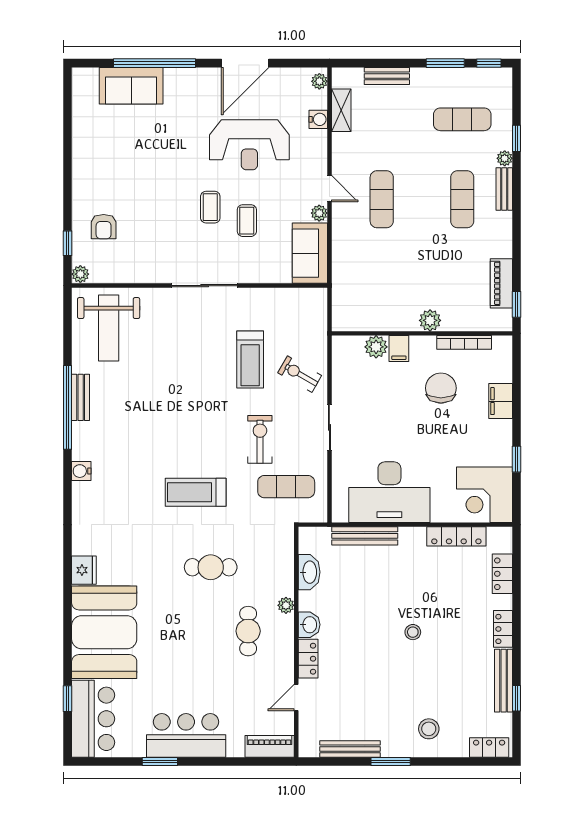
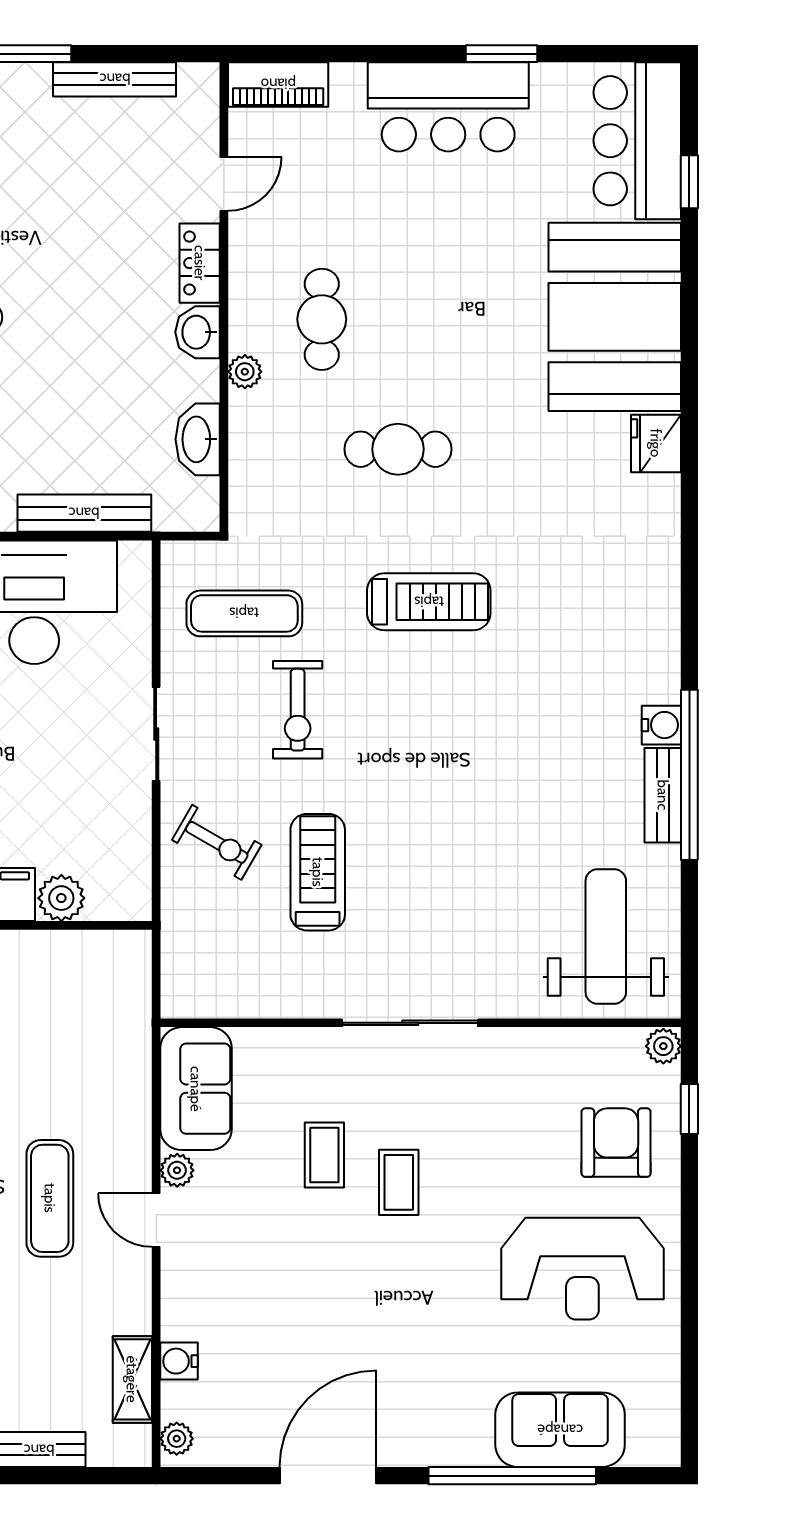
reception desk: (249, 145) -> (582, 1269), moved, turned 180
armchair: (104, 227) -> (616, 1143), width x1.38, depth x1.38
water cooler: (81, 471) -> (661, 725), moved

